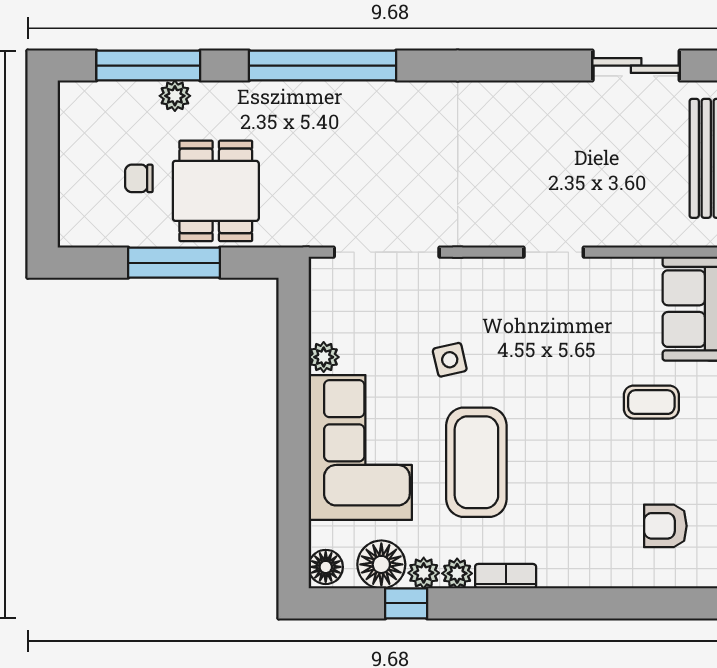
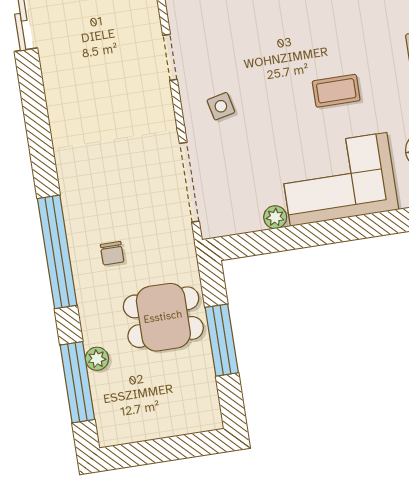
chair: (139, 178) -> (112, 253), moved
side table: (450, 360) -> (221, 106), moved
coffee table: (476, 462) -> (336, 91), width x0.54, depth x0.58

